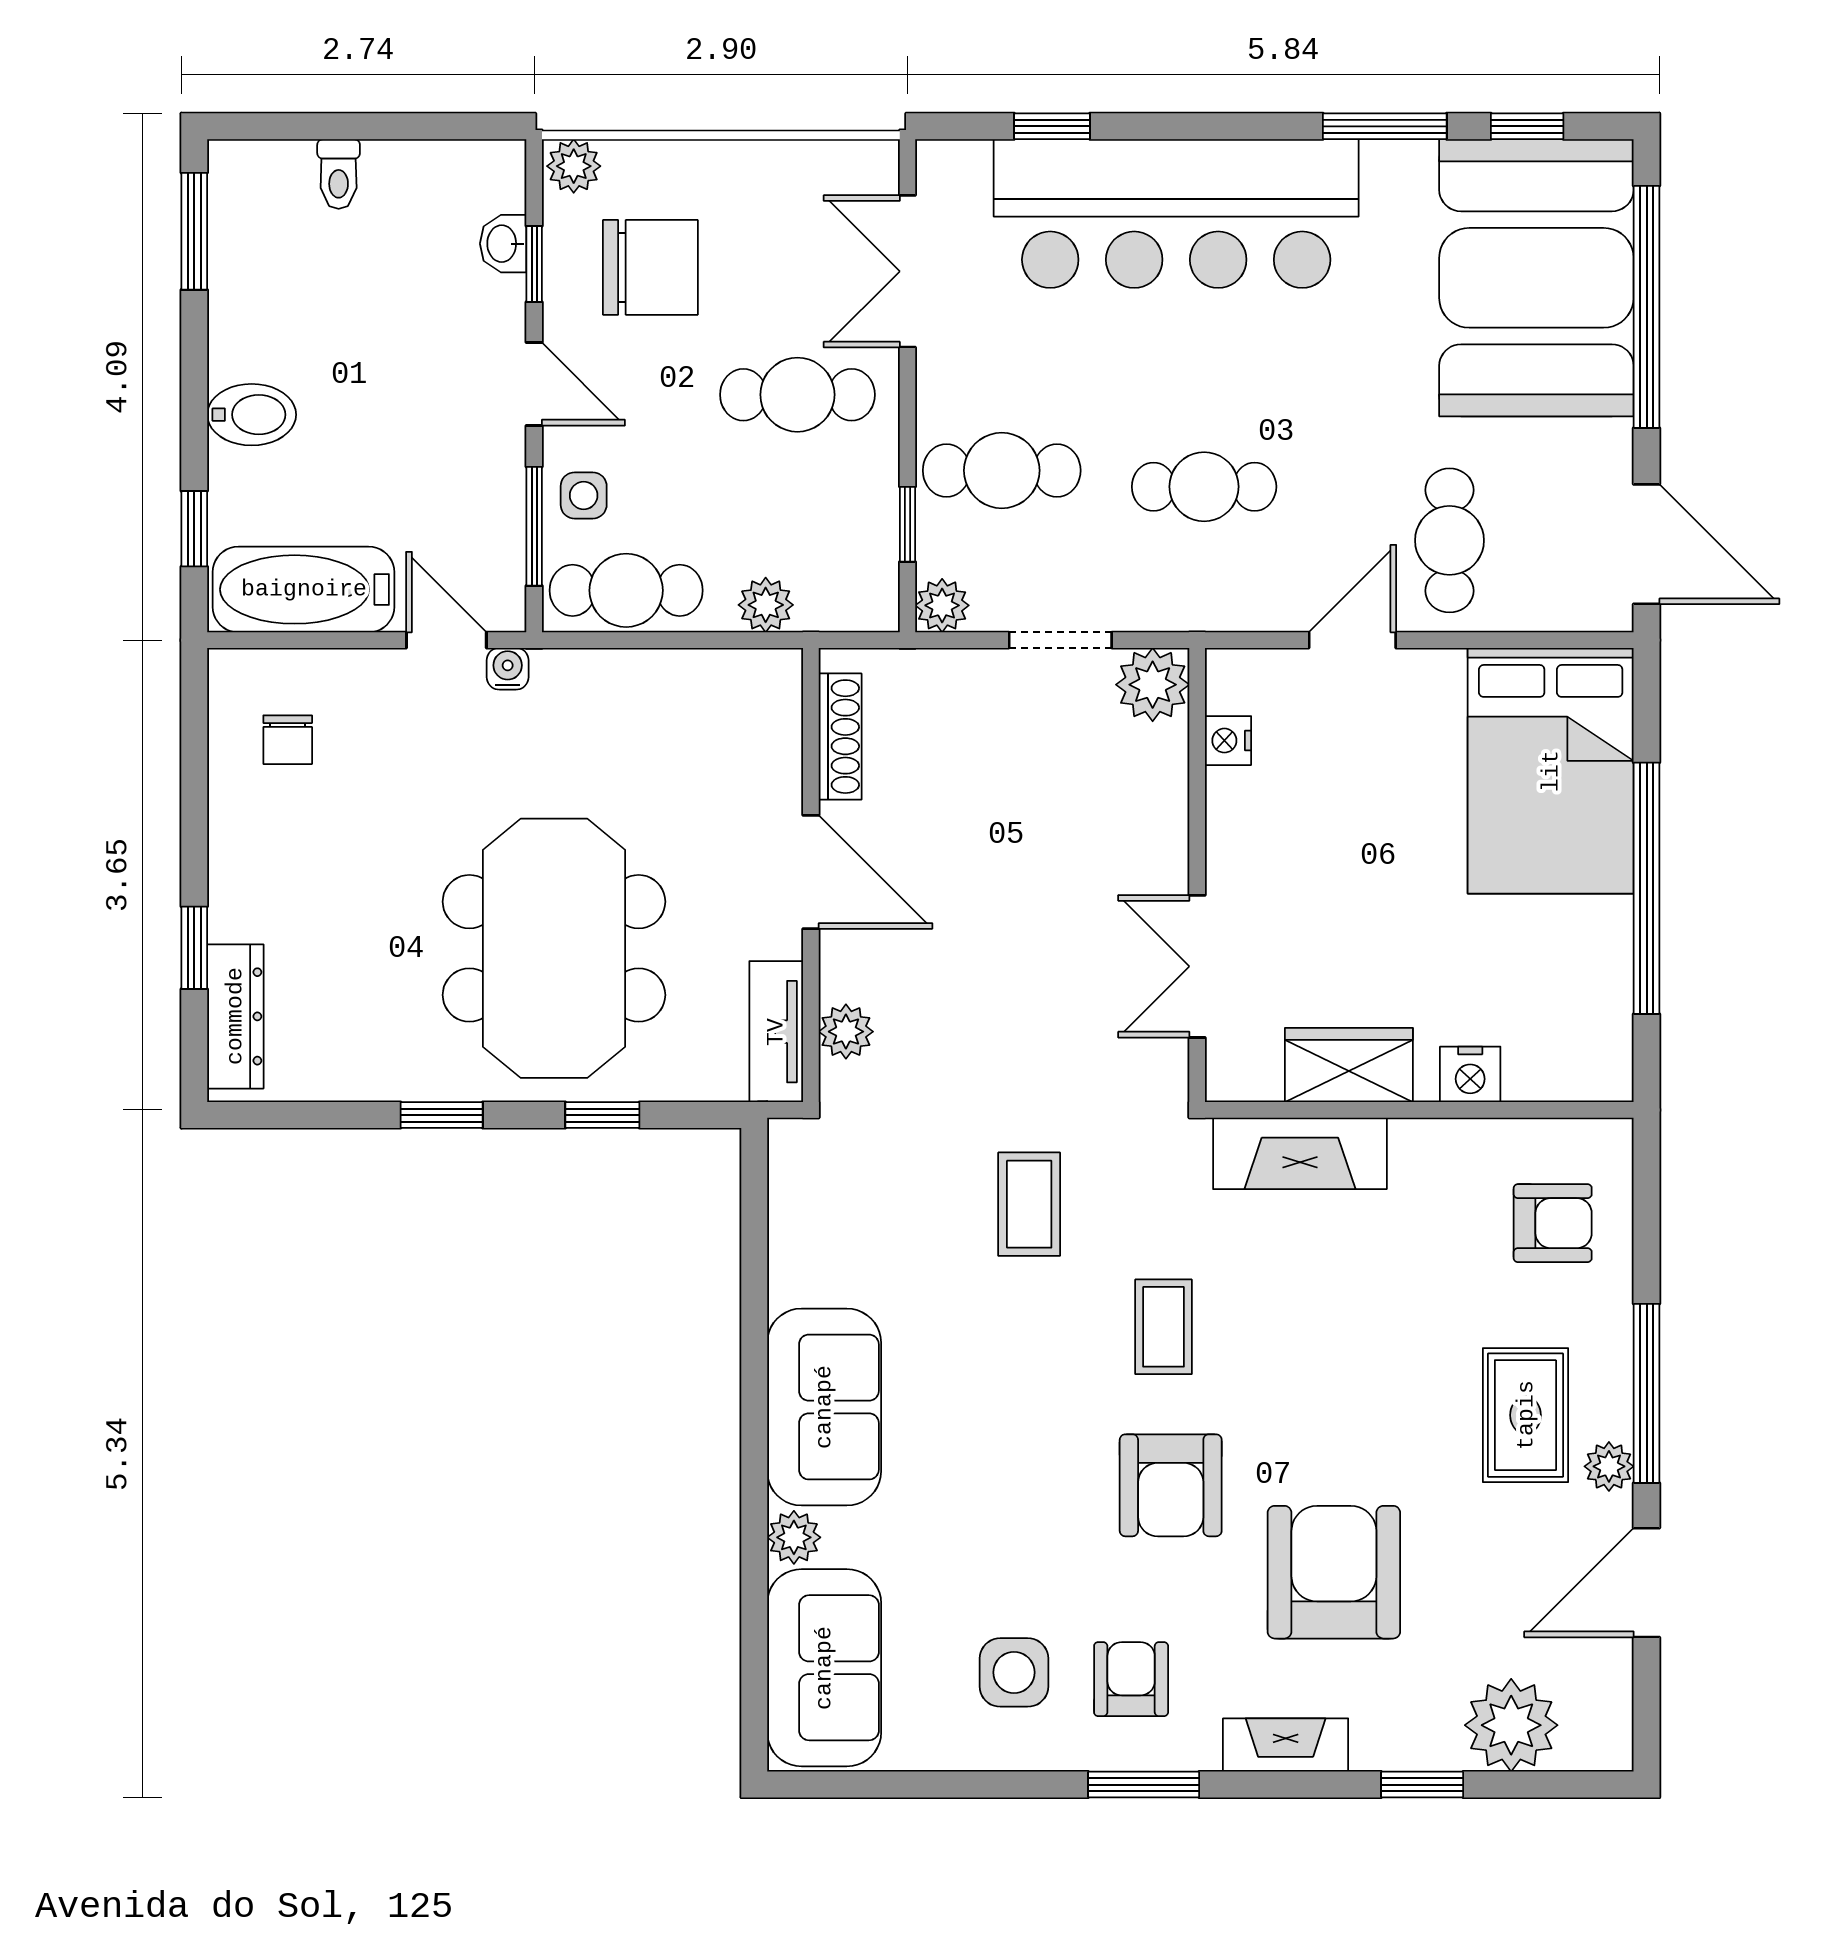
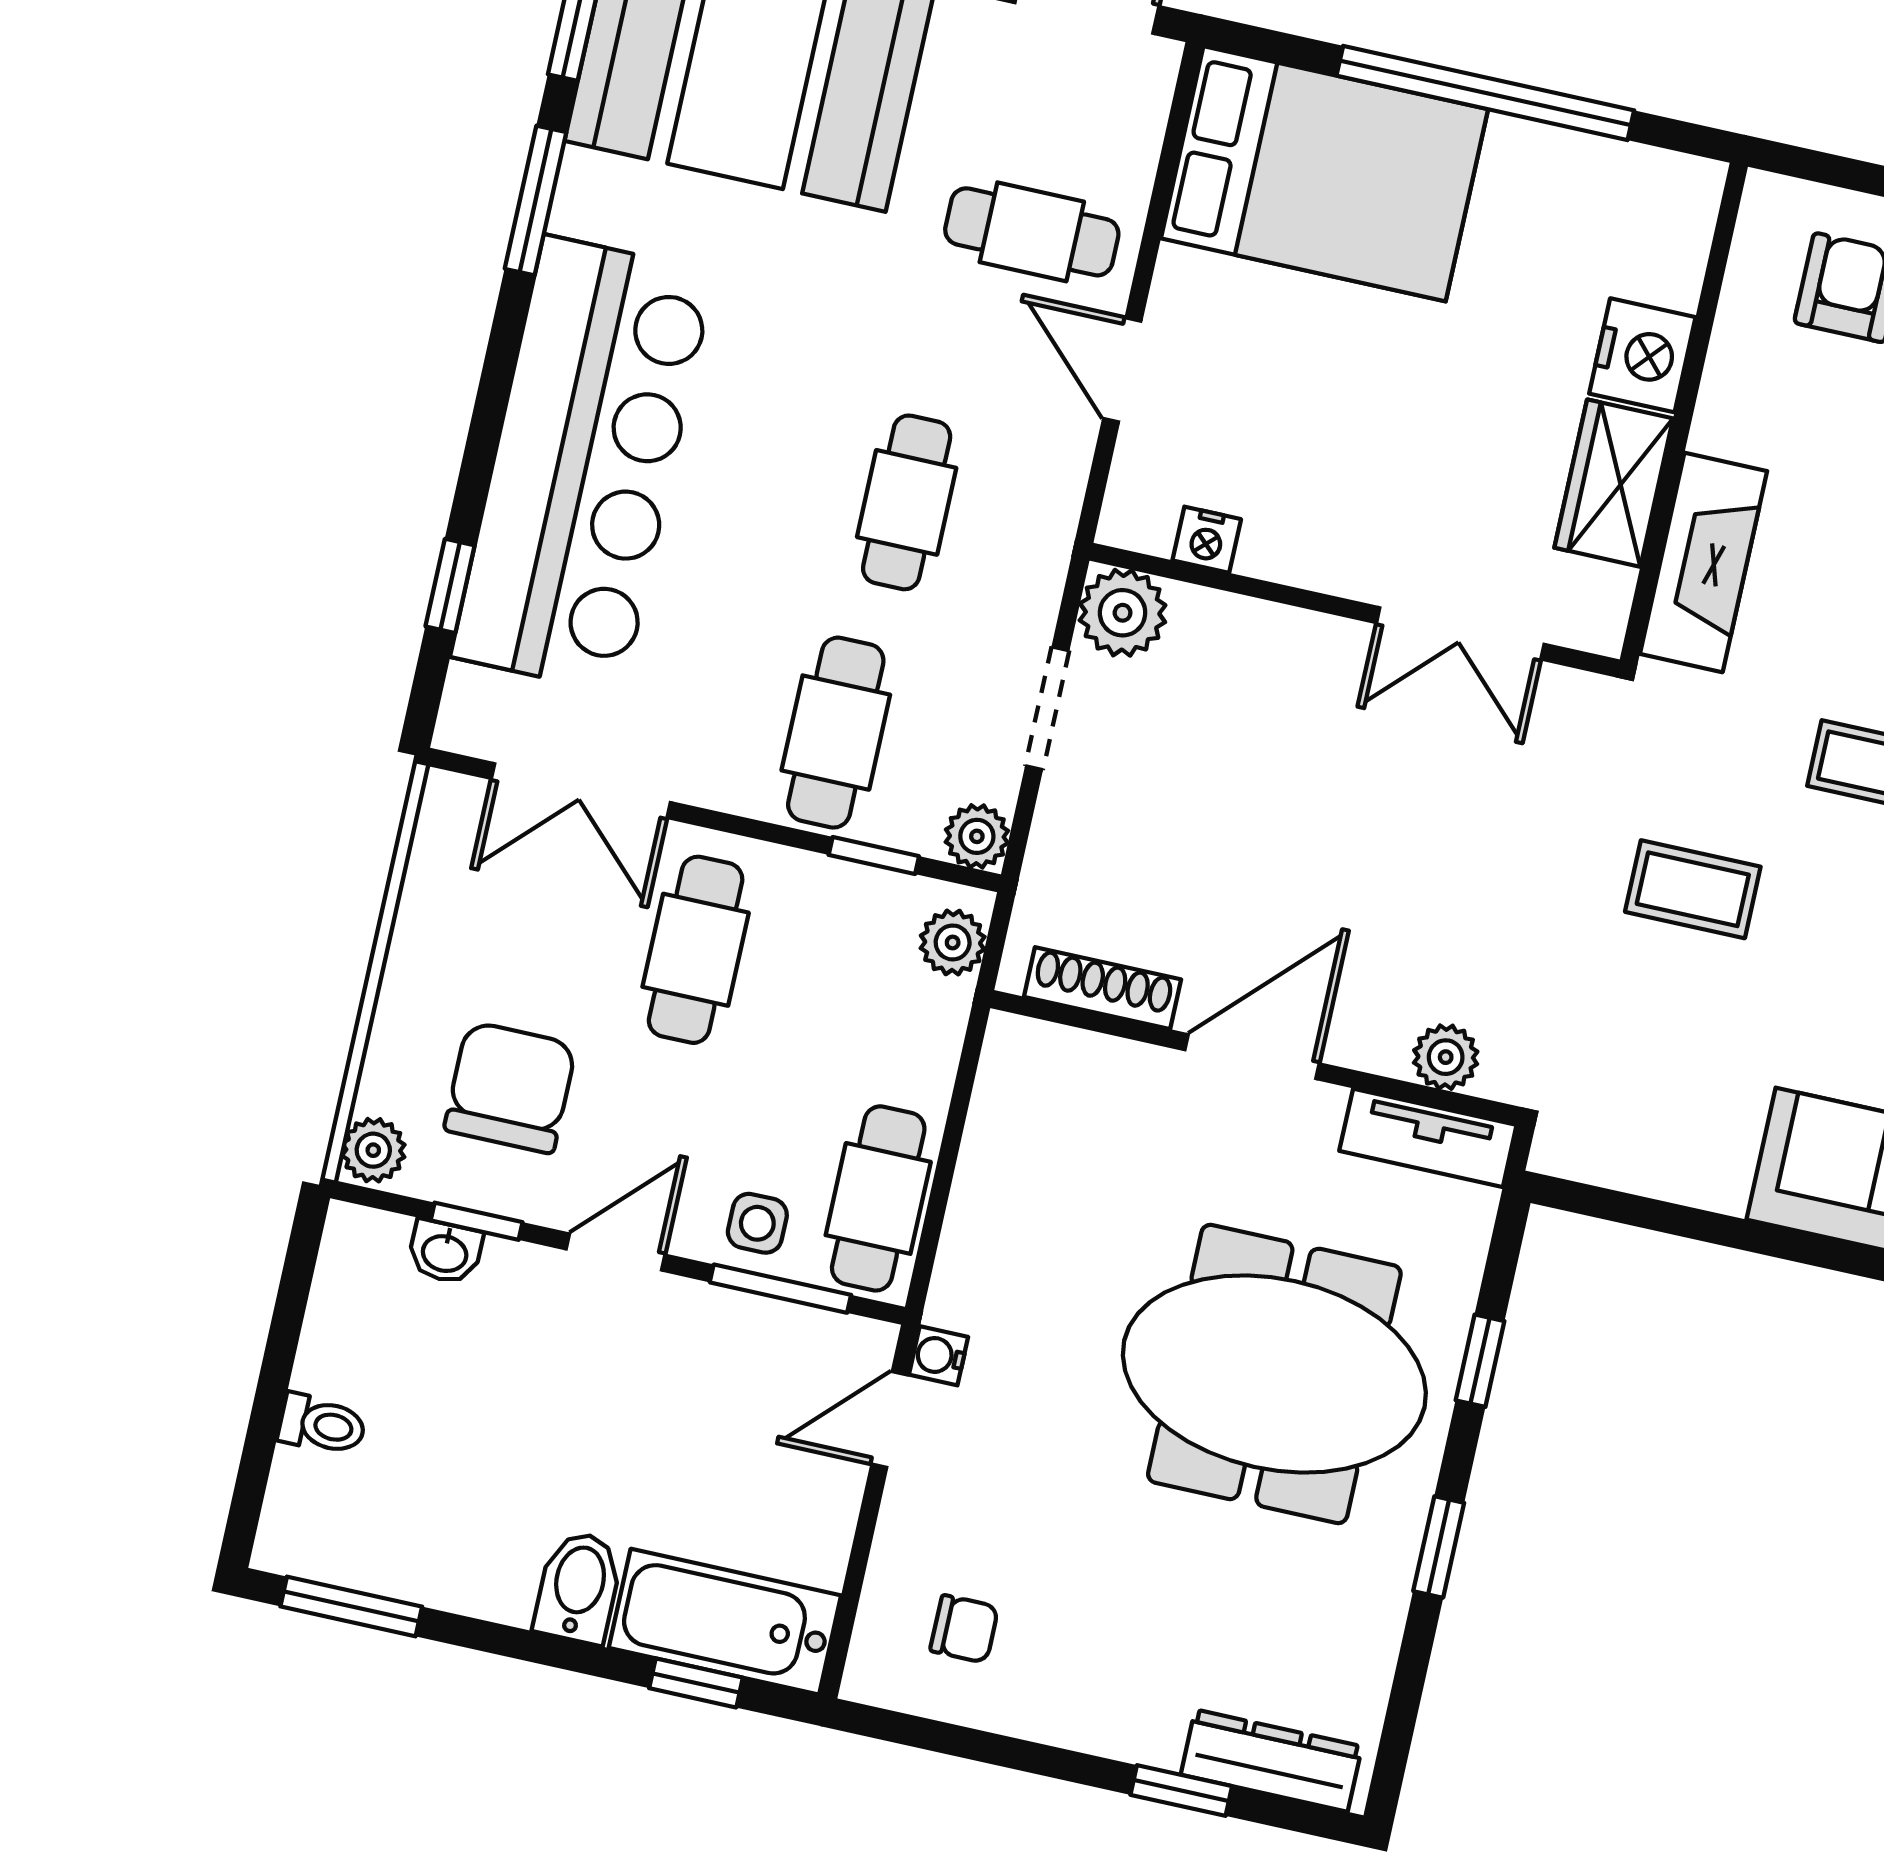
bathtub: (304, 589) -> (725, 1622), moved, turned 90
plant: (766, 605) -> (953, 942), moved
nightstand: (1470, 1074) -> (1642, 355), width x1.36, depth x1.33

